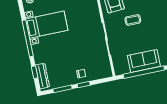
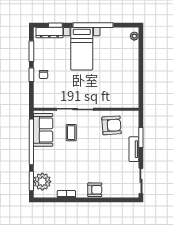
coffee table: (133, 20) -> (71, 133), moved
bed with nightstands: (47, 25) -> (82, 49), moved
sofa: (144, 61) -> (43, 130), moved

